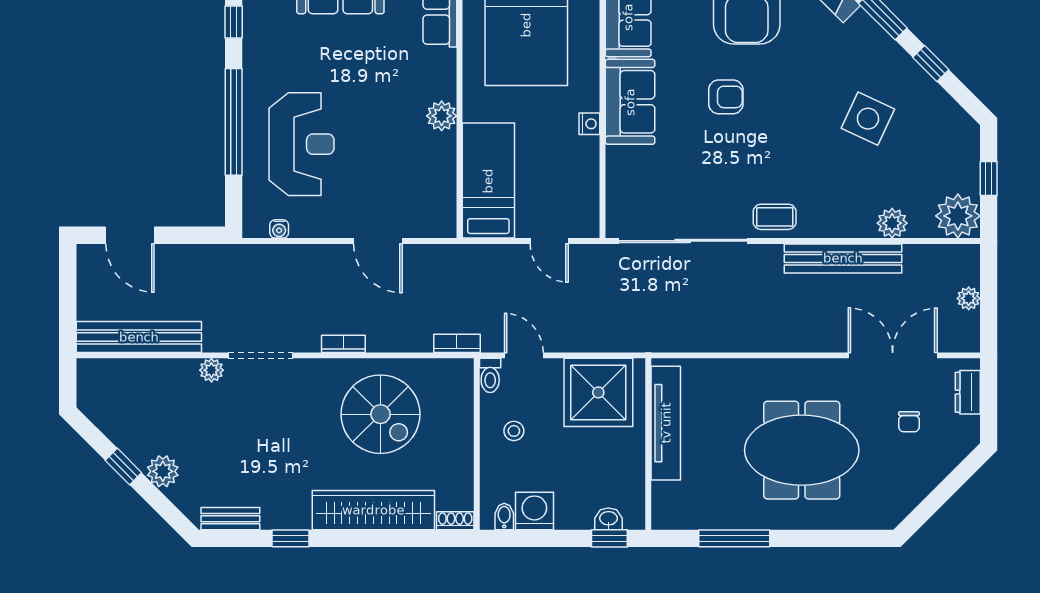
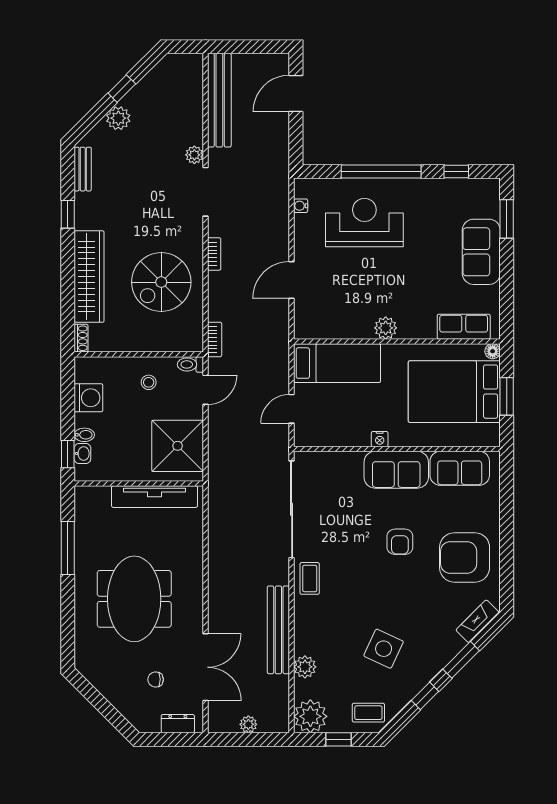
coffee table: (953, 139) -> (368, 713), added
reception desk: (302, 144) -> (364, 223), turned 180
bidet: (504, 517) -> (84, 435), moved

